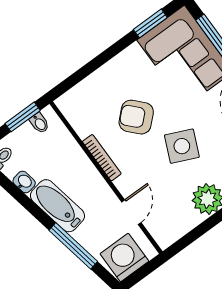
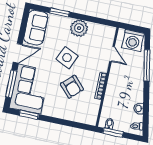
bathtub: (57, 206) -> (136, 86), removed
door: (131, 212) -> (112, 54), swing flipped

